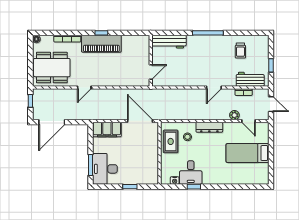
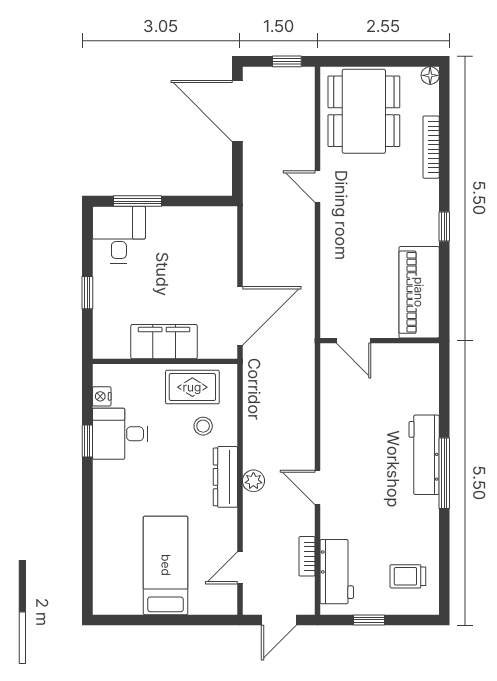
workbench: (169, 42) -> (424, 455), moved
piano: (101, 44) -> (419, 292), moved
trolley: (240, 51) -> (408, 576), moved
plant: (234, 115) -> (253, 481), moved
filing cabinet: (107, 129) -> (164, 342), moved, turned 90
desk: (105, 169) -> (119, 235), width x0.73

